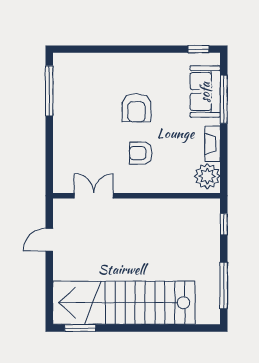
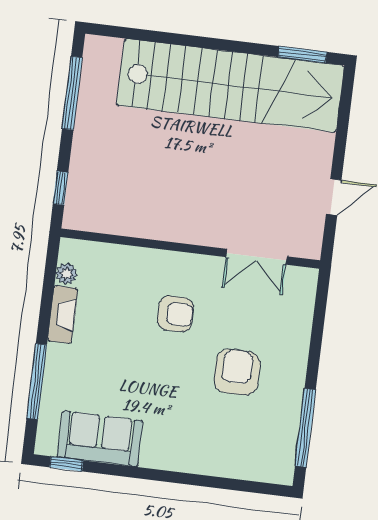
sofa: (205, 92) -> (100, 439), moved, turned -90
armchair: (136, 108) -> (237, 372), moved
plant: (207, 176) -> (67, 274), width x0.53, depth x0.53

